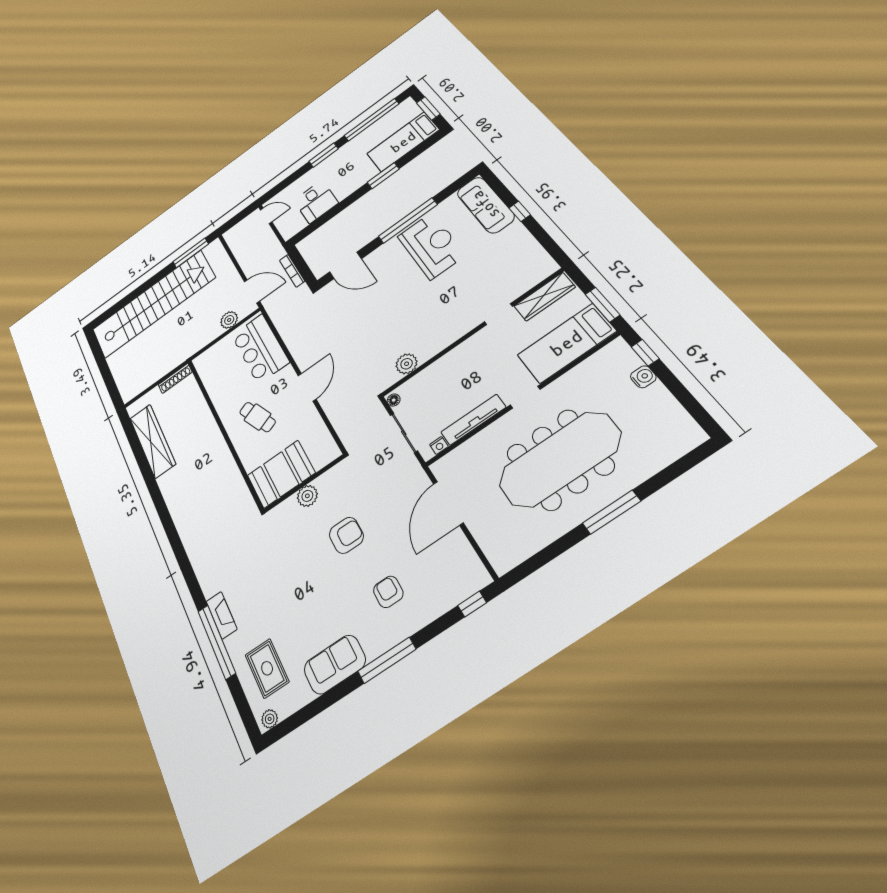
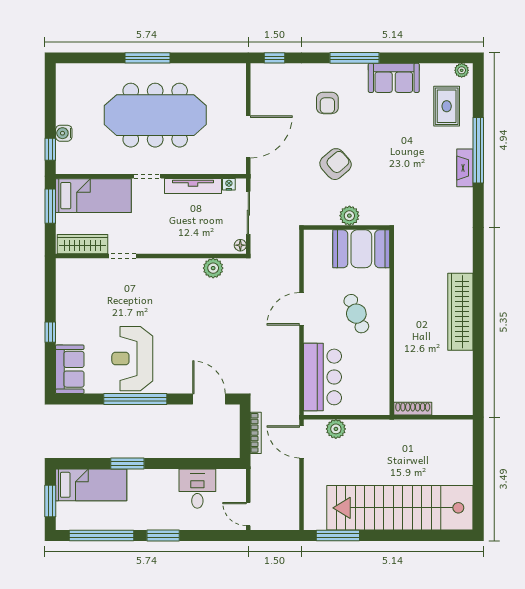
sofa: (485, 205) -> (70, 369), width x0.73
wardrobe: (152, 441) -> (460, 312), moved
armchair: (346, 535) -> (336, 164), turned 139

